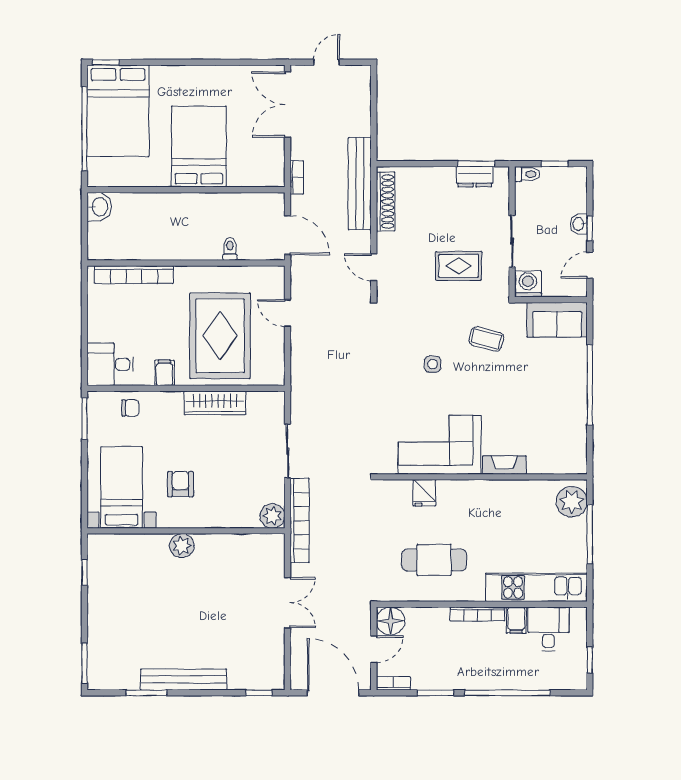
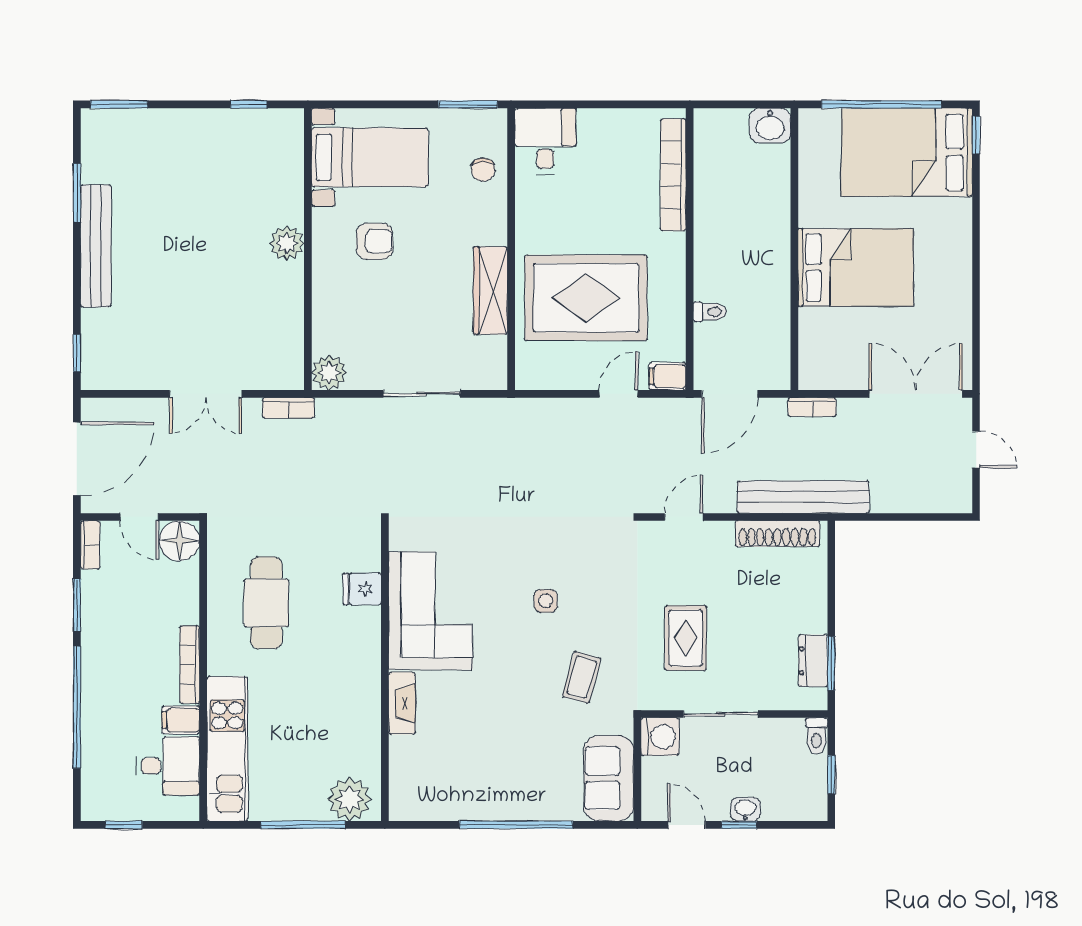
filing cabinet: (164, 373) -> (668, 376), moved, turned 180
bookcase: (300, 521) -> (288, 408), width x0.43, depth x0.76

